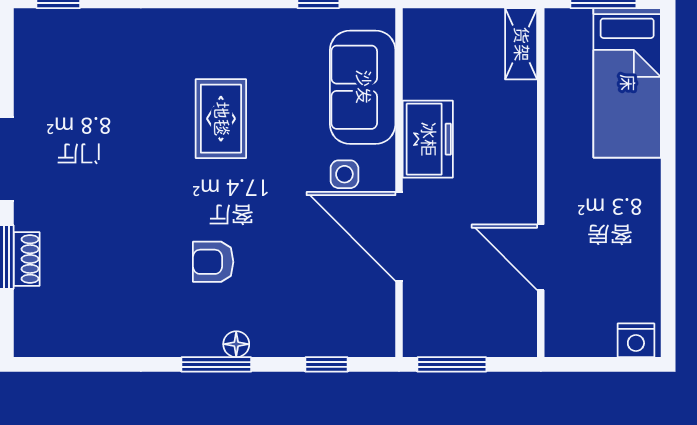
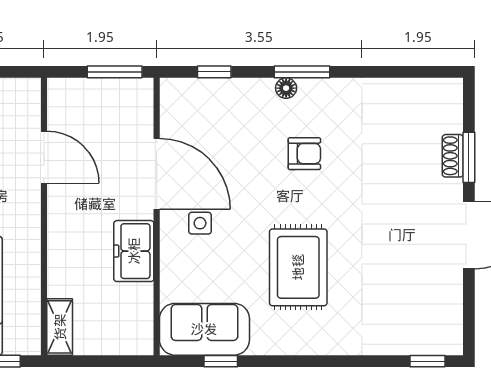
sofa: (363, 87) -> (204, 329), moved, turned -90
rug: (221, 119) -> (298, 267), width x1.36, depth x1.43

